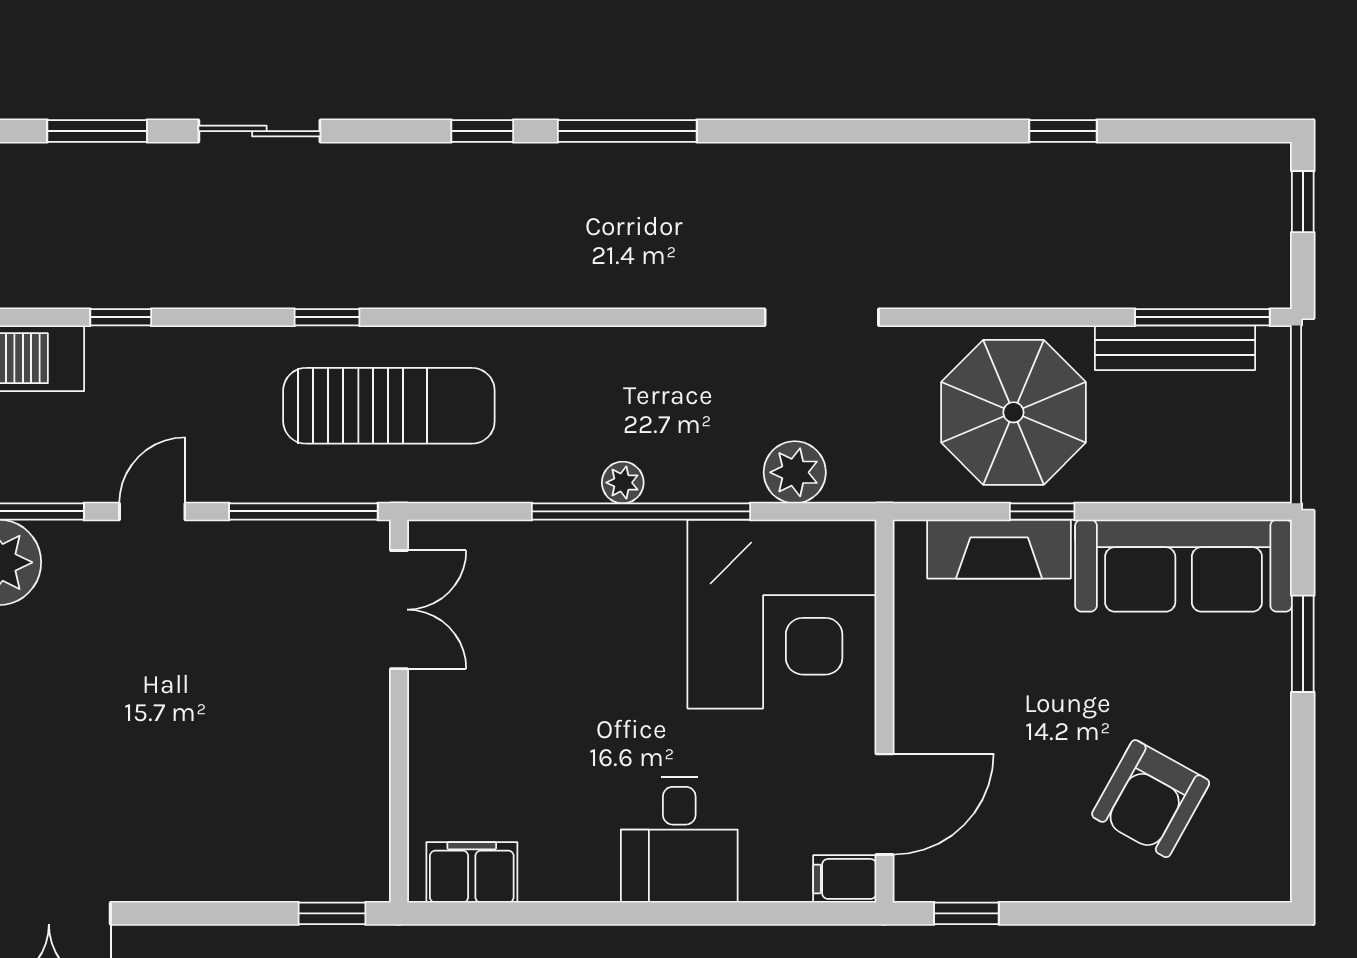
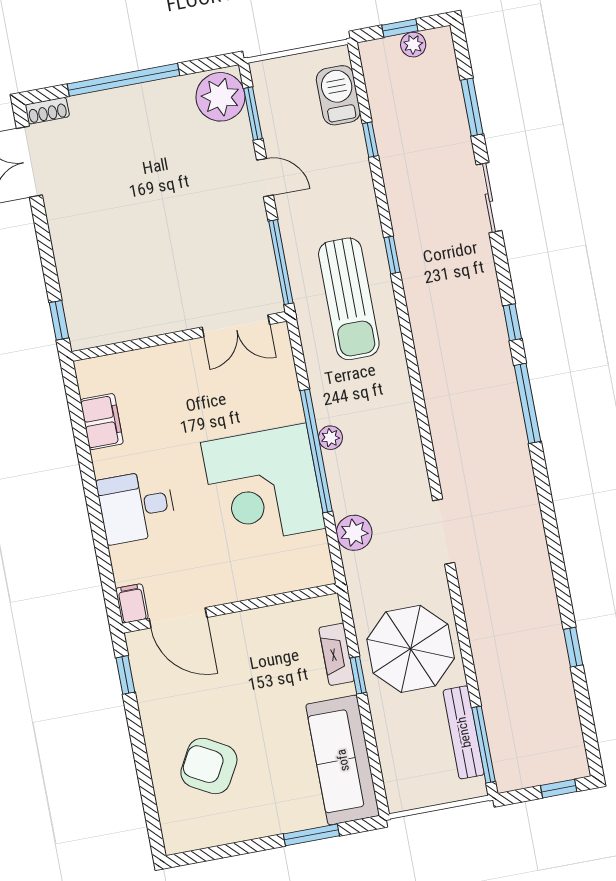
fireplace: (999, 549) -> (337, 654), width x0.73, depth x0.76
corner desk: (782, 614) -> (263, 485), moved
filing cabinet: (472, 872) -> (102, 422), moved

